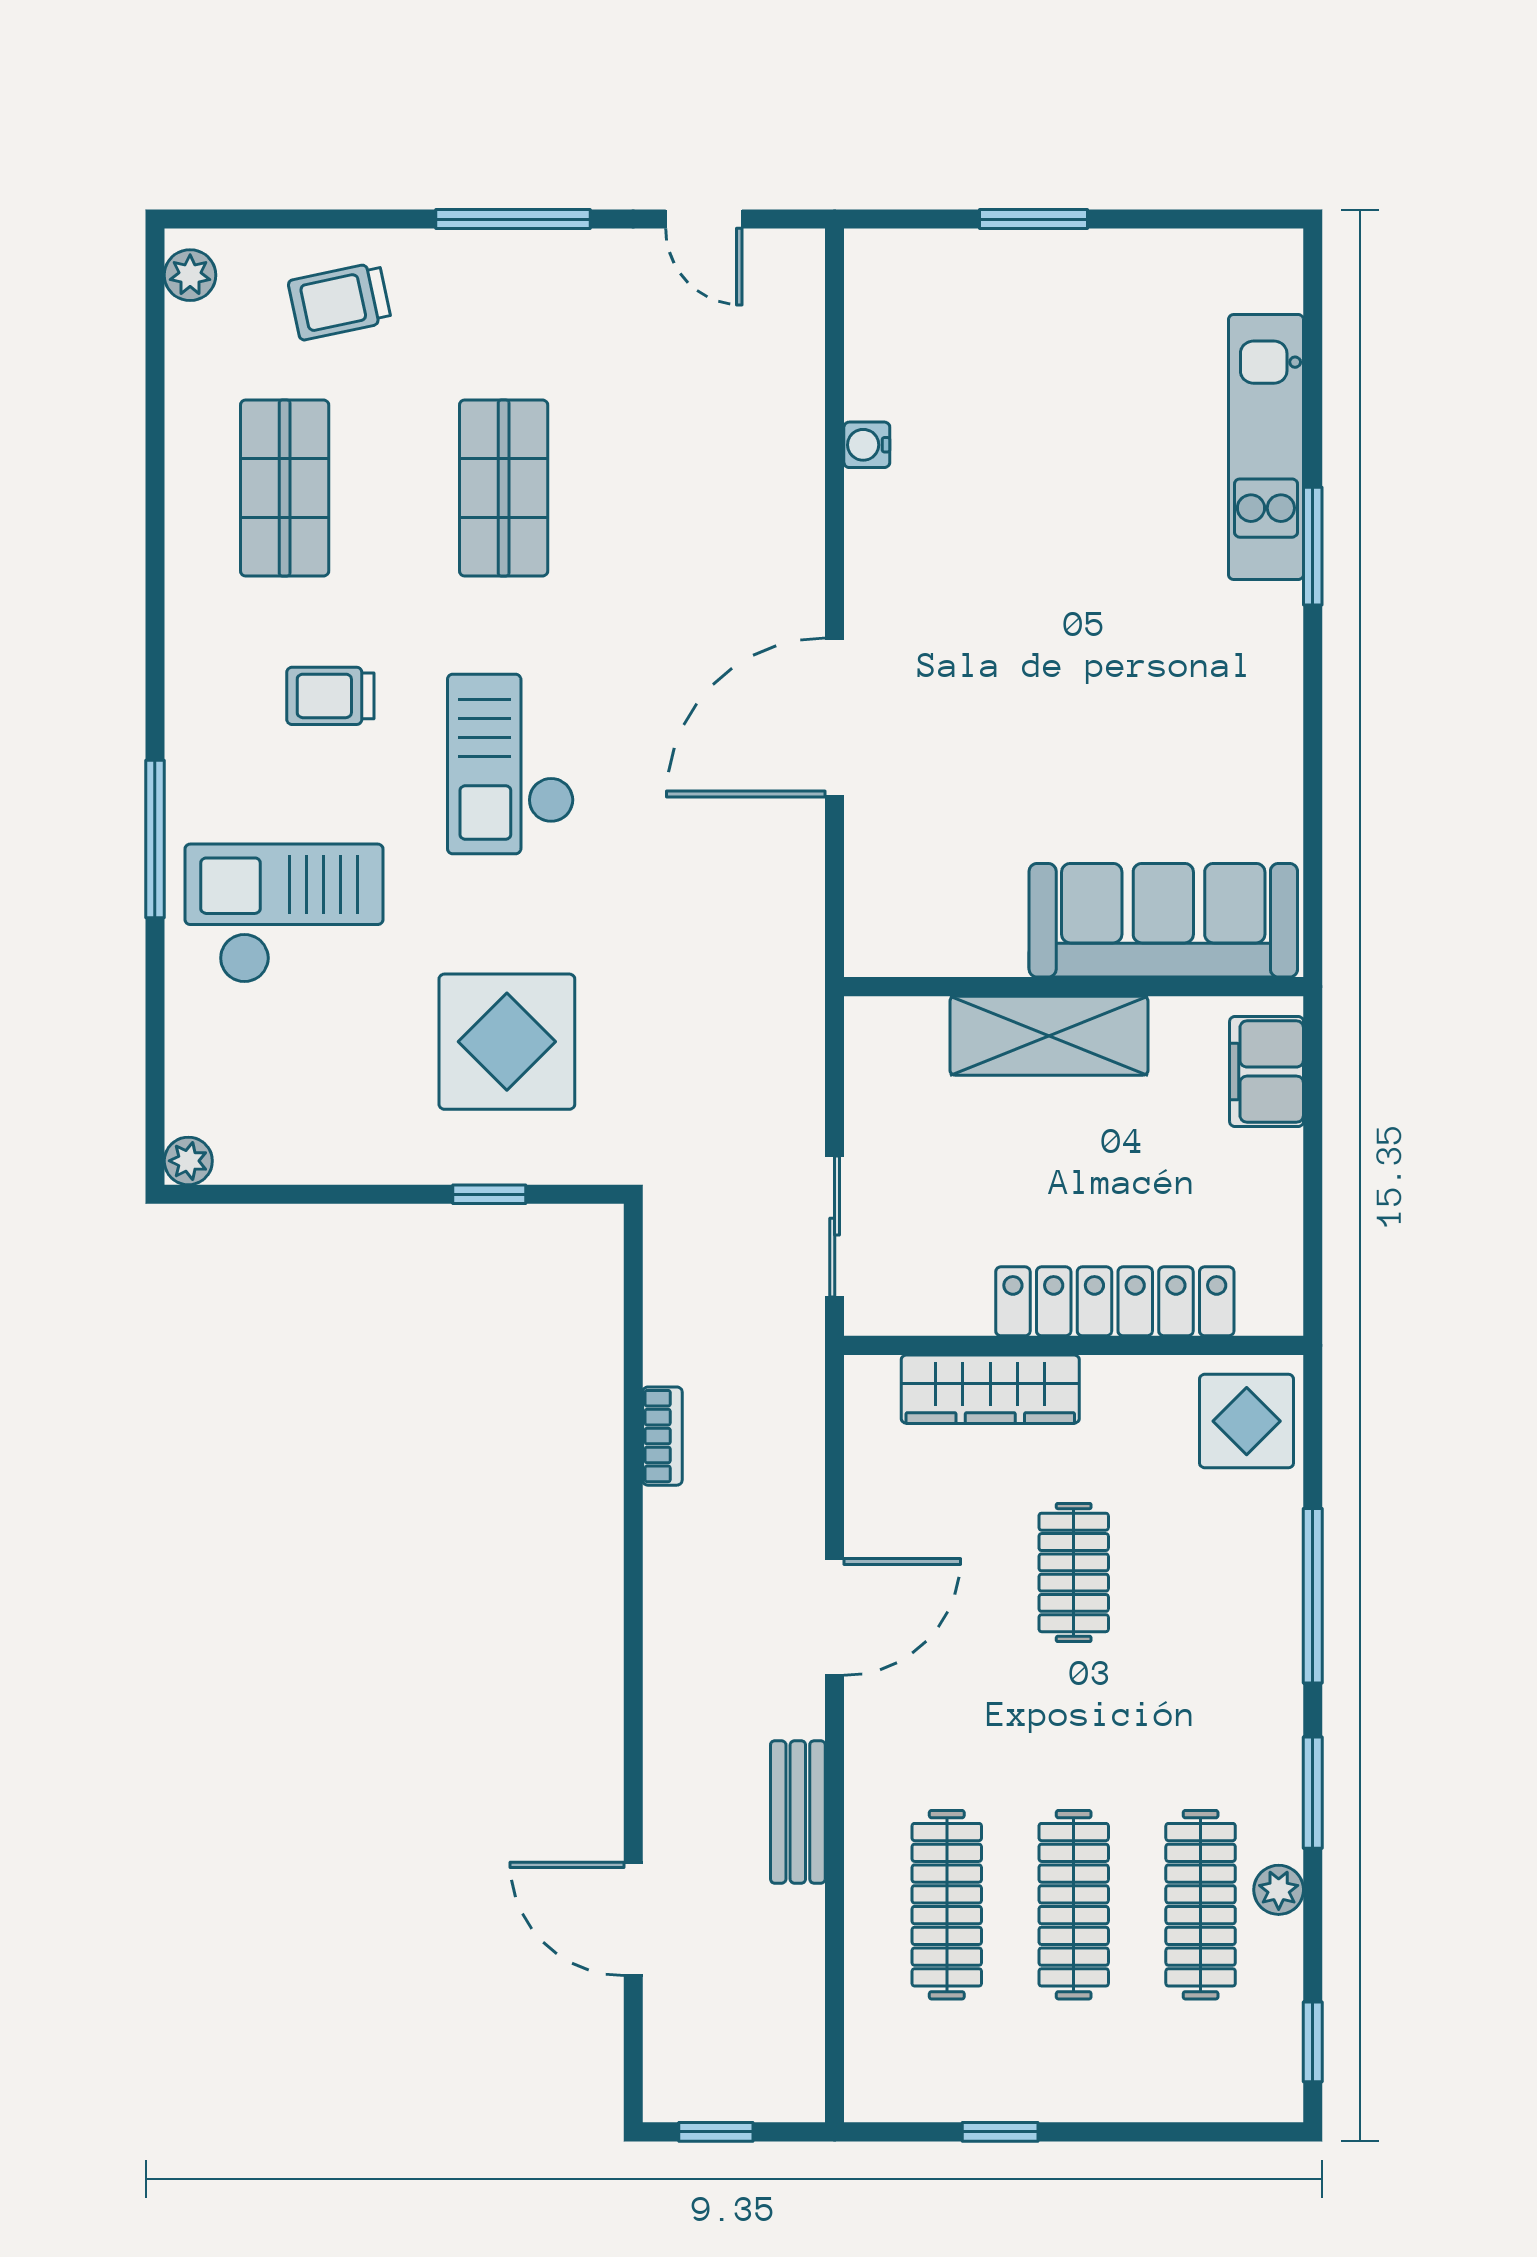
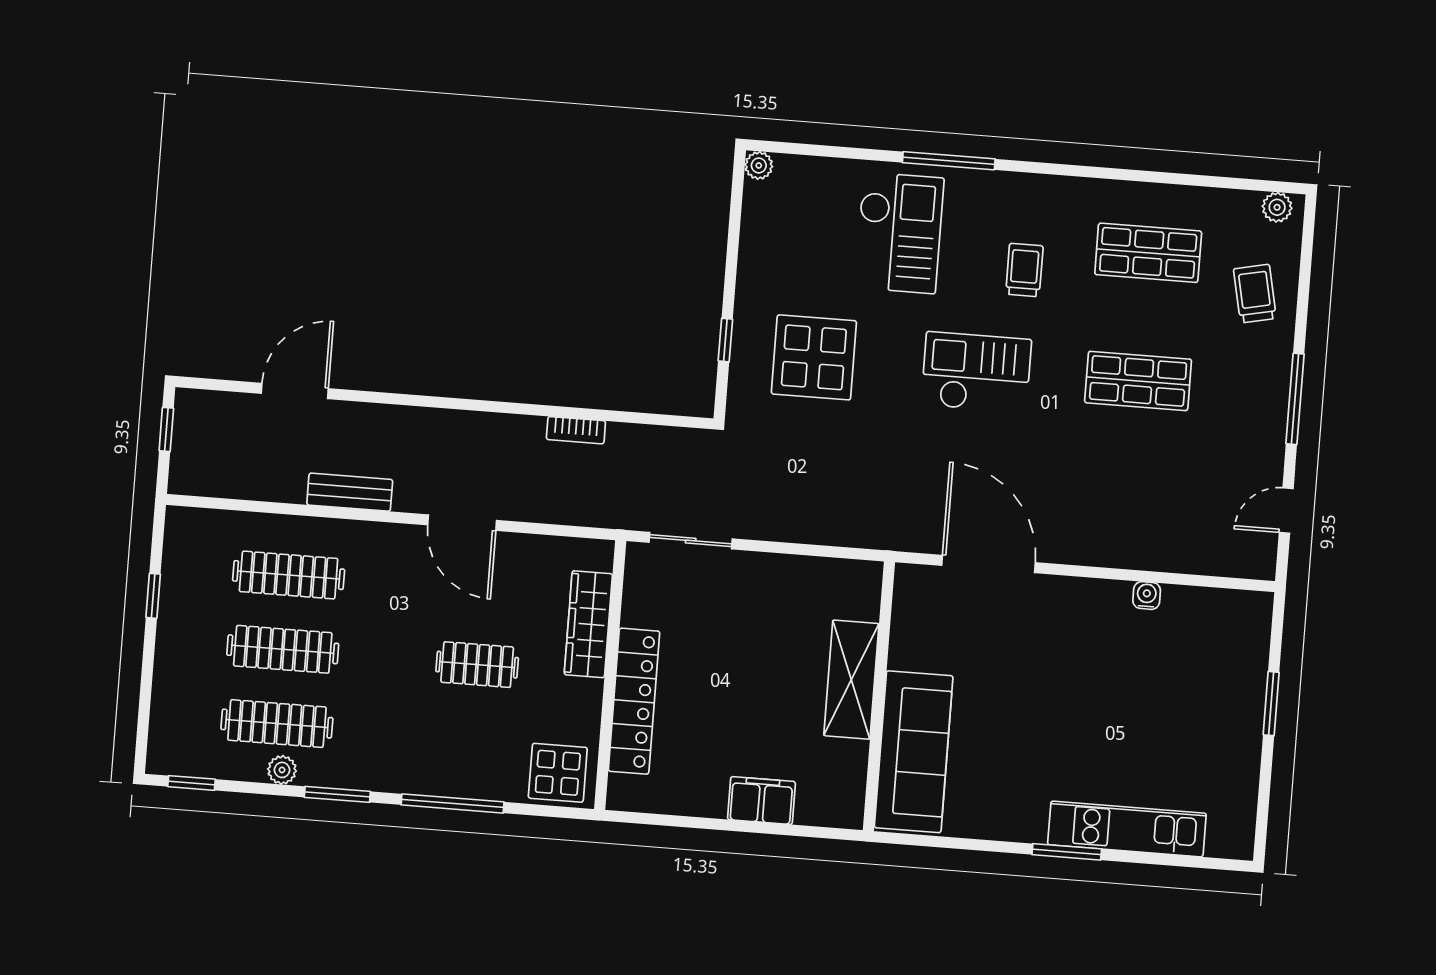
sofa: (1163, 920) -> (914, 752), moved
wall: (1074, 987) -> (879, 696), moved
shelving: (1049, 1036) -> (851, 680), moved

